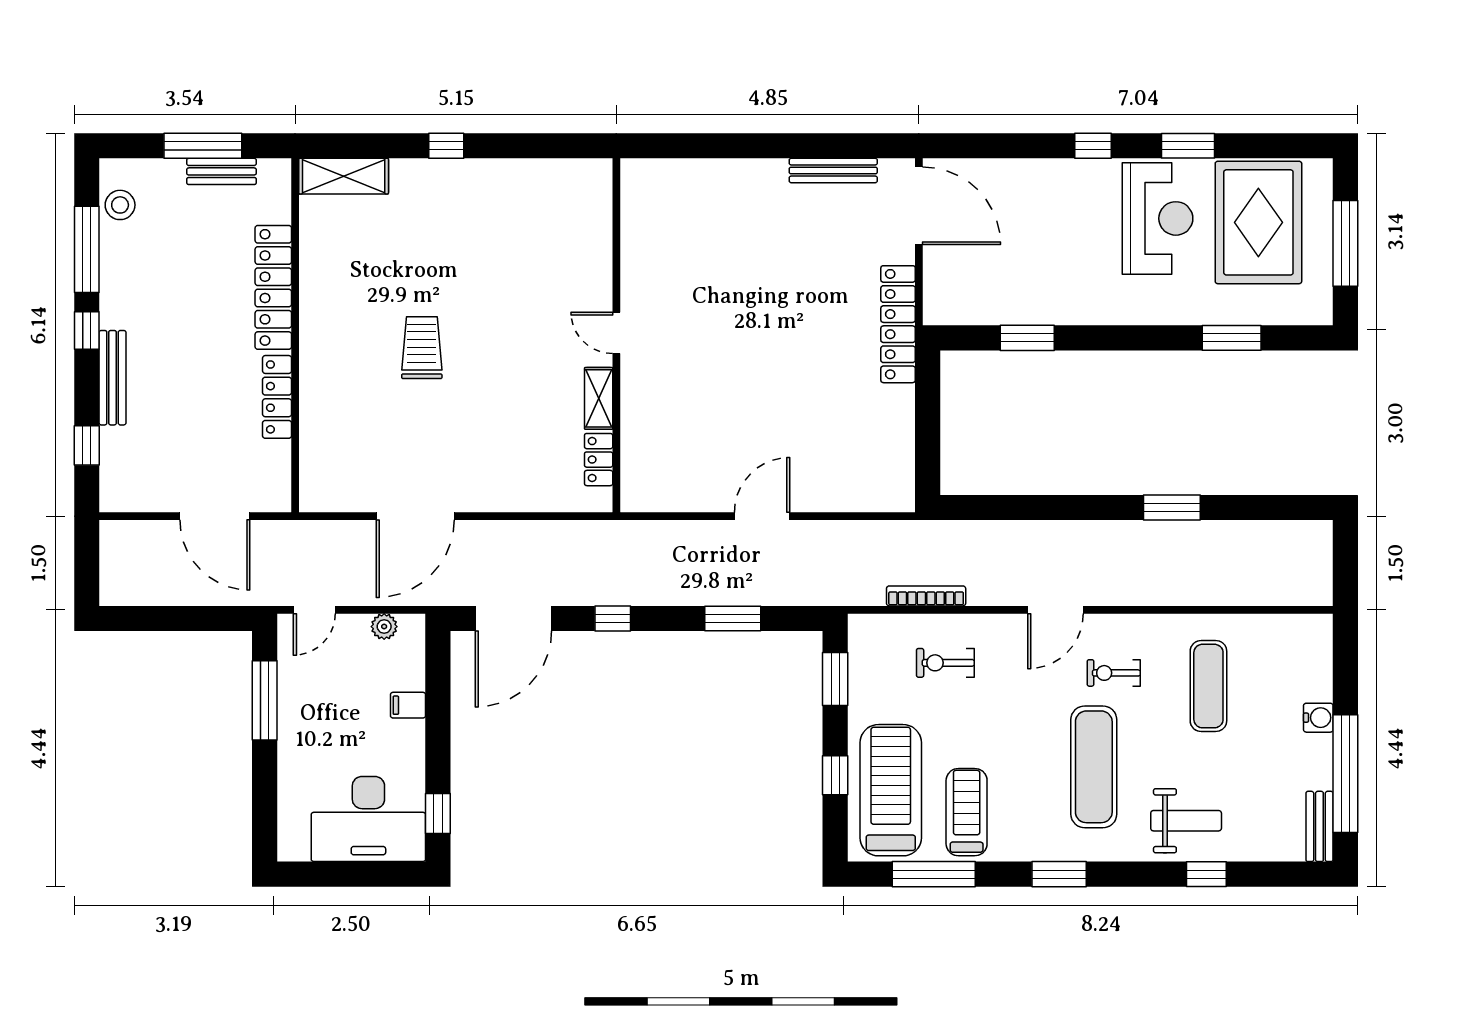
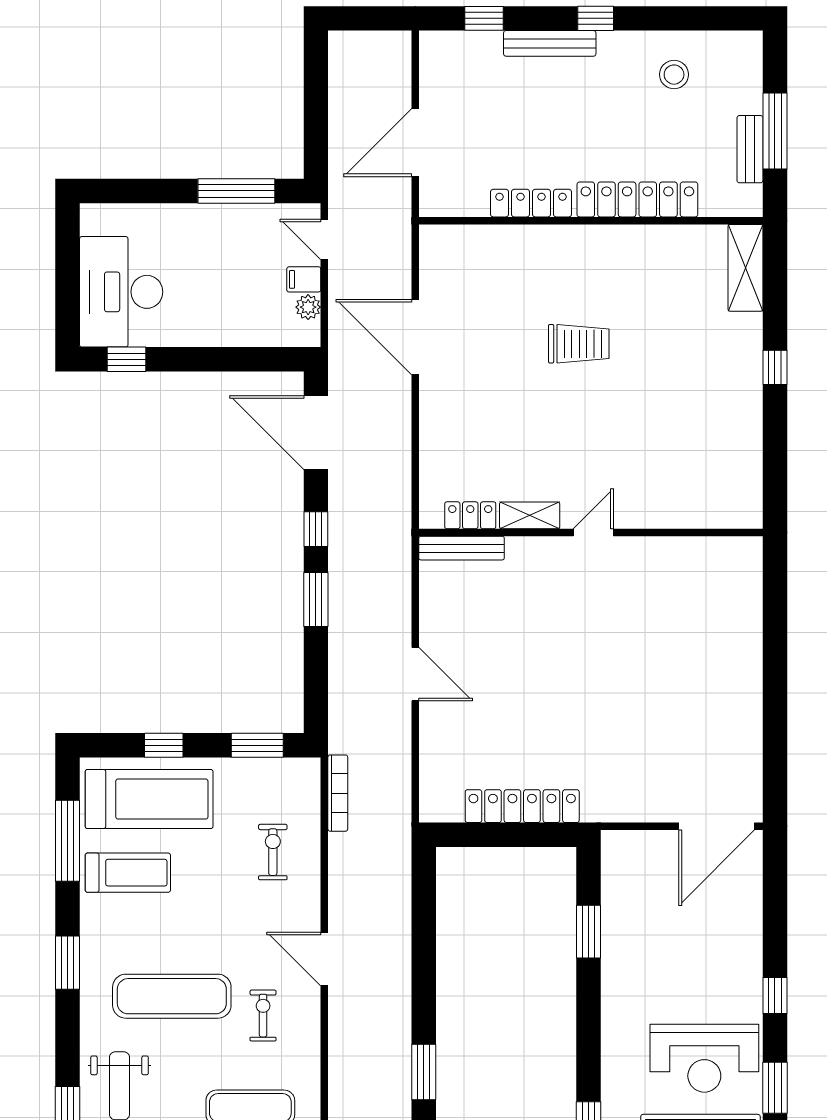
bench: (833, 171) -> (462, 548), moved, turned 90
stool: (120, 205) -> (674, 75), moved
window: (87, 249) -> (674, 18), removed
locker: (898, 324) -> (522, 806), moved
bookcase: (926, 596) -> (338, 793), moved
window: (733, 619) -> (316, 599), moved
filing cabinet: (408, 705) -> (304, 279), moved, turned -90

